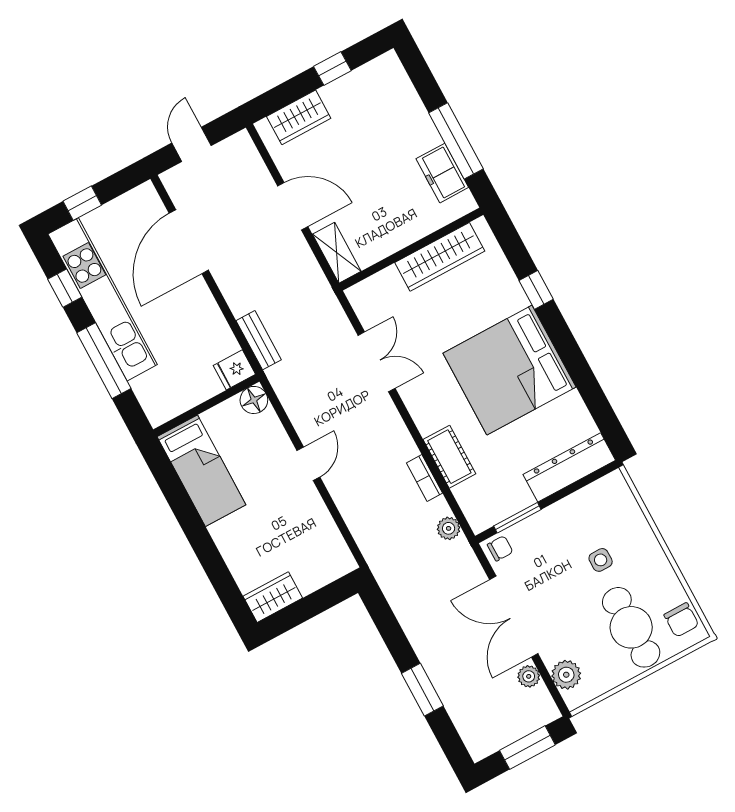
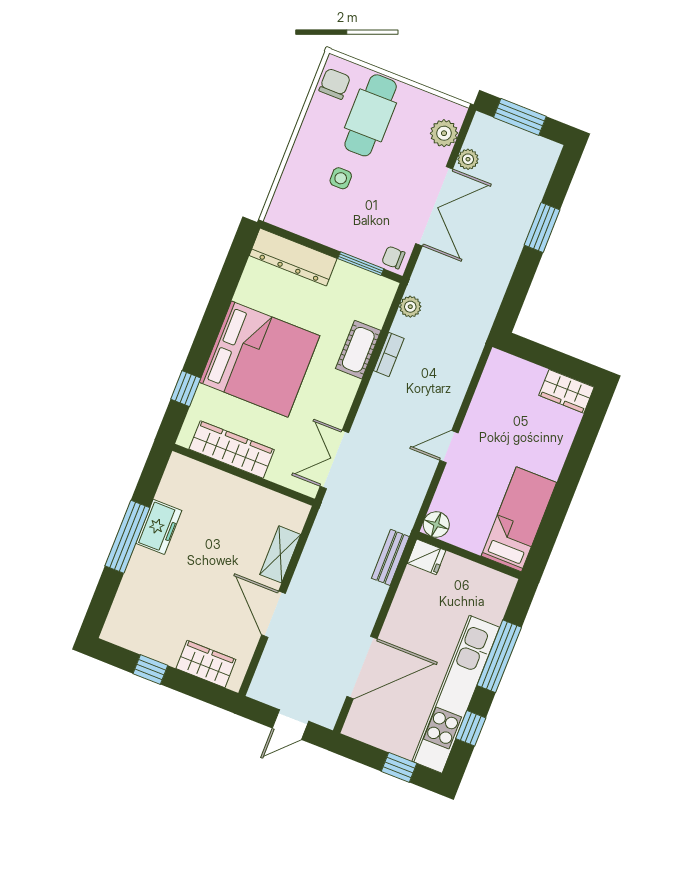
wall: (411, 249) -> (243, 475), moved
wardrobe: (440, 257) -> (232, 449), moved

